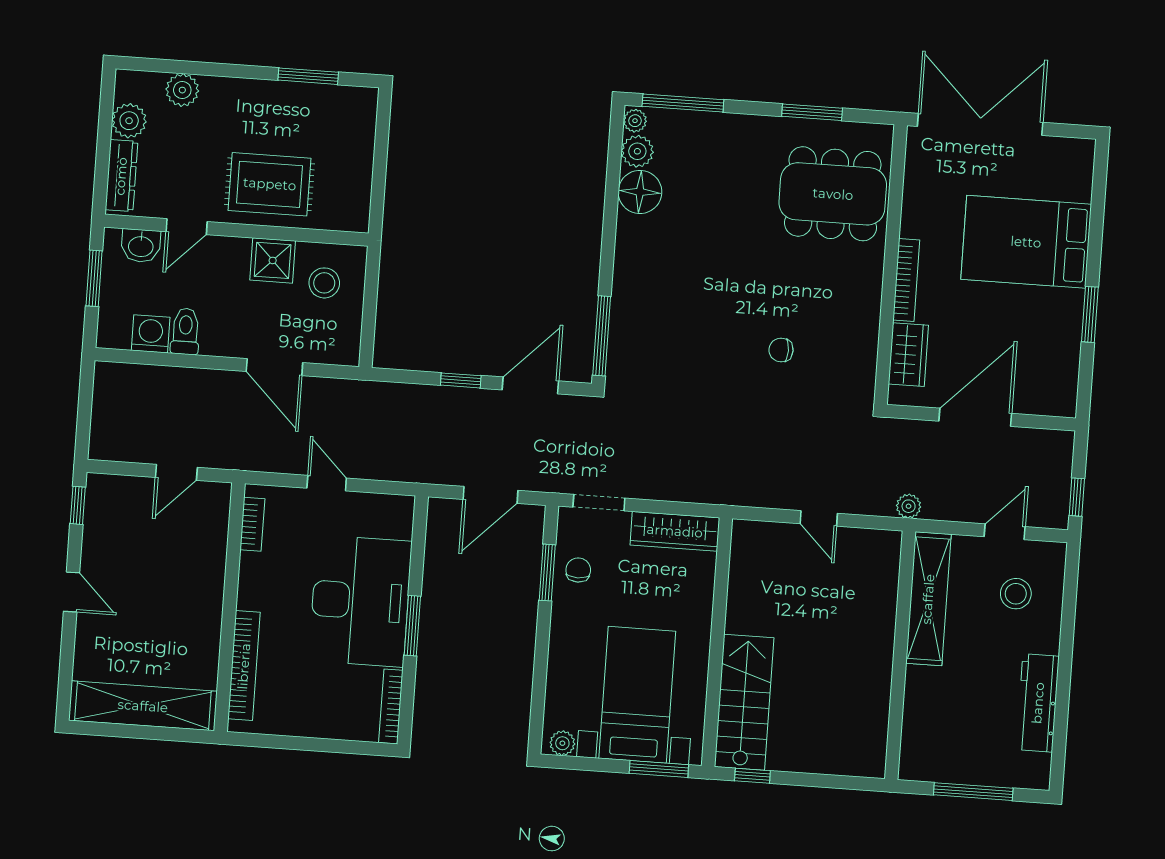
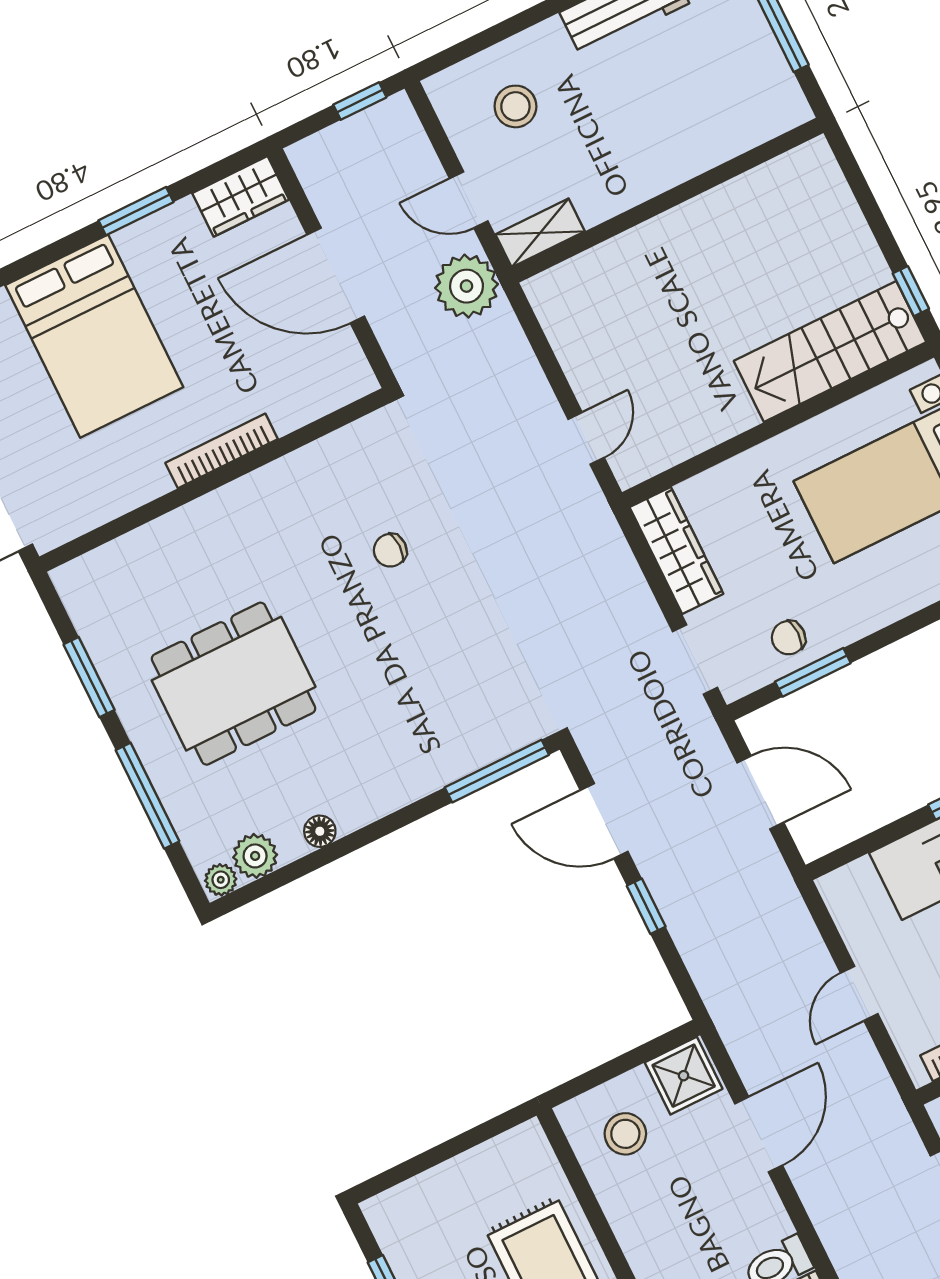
window: (683, 103) -> (147, 796), moved
floor lamp: (640, 192) -> (320, 831), width x0.53, depth x0.53
dining table: (833, 194) -> (234, 684), moved, turned 90
shower: (273, 260) -> (684, 1076), moved
chair: (781, 350) -> (390, 550), turned 90
wardrobe: (908, 355) -> (241, 196), moved, turned 180
plant: (909, 506) -> (467, 286), width x1.88, depth x1.88
door: (819, 518) -> (586, 438), moved
door: (1005, 532) -> (469, 200), moved
shelving: (928, 599) -> (540, 233), width x0.45, depth x0.75

